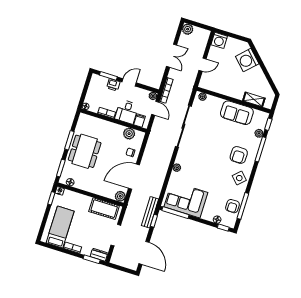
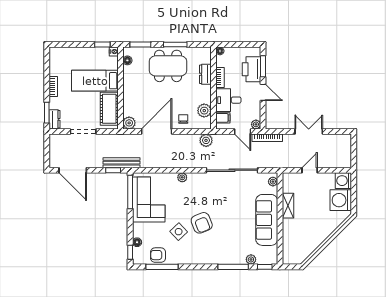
plant: (188, 29) -> (206, 140), moved
double door: (172, 56) -> (309, 132), swing flipped
washing machine: (247, 60) -> (341, 200), moved, turned -45
door: (203, 65) -> (310, 170), swing flipped
printer: (113, 85) -> (252, 69), width x1.87, depth x1.48
shelving: (254, 99) -> (288, 206), moved
door: (155, 108) -> (243, 132), hinge flipped
sofa: (237, 113) -> (267, 220), width x1.36
dresser: (101, 124) -> (205, 74), added
armchair: (239, 155) -> (202, 223), moved, turned -112
door: (134, 177) -> (157, 132), hinge flipped
side table: (239, 178) -> (179, 232), moved
bed: (60, 227) -> (95, 81), moved, turned 180
door: (144, 253) -> (73, 170), hinge flipped

